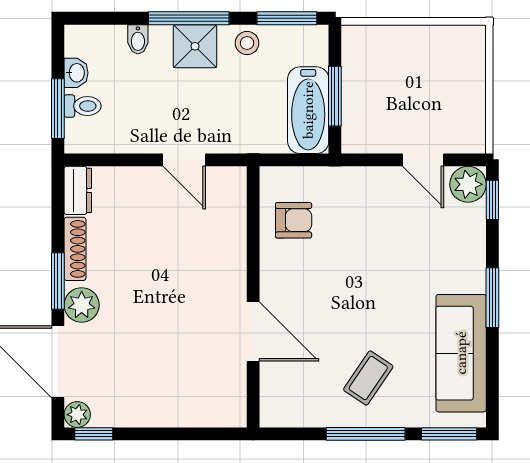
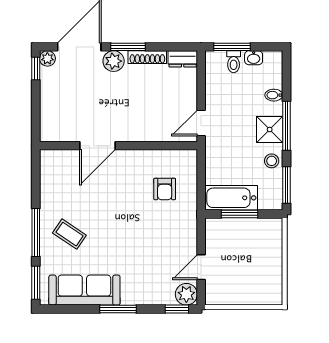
wall: (253, 297) -> (118, 146), moved
door: (253, 332) -> (97, 146), moved

